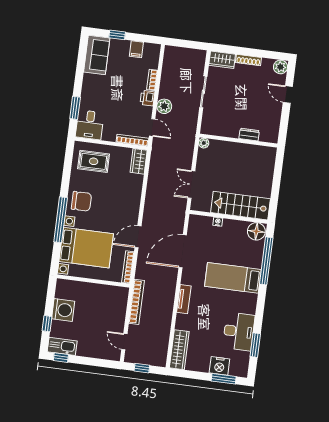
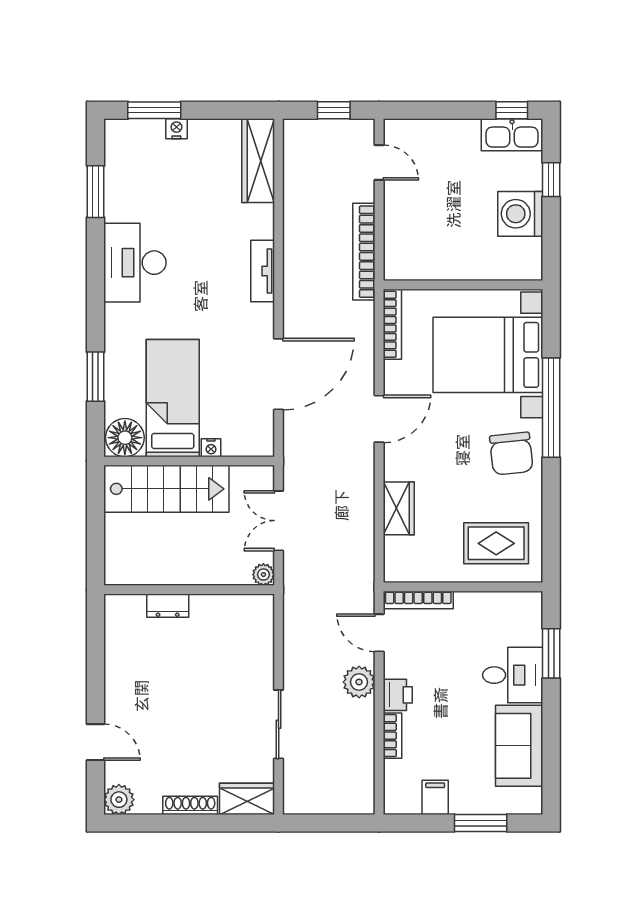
window: (117, 35) -> (481, 823), width x1.50
sofa: (97, 55) -> (519, 746), moved
desk: (90, 125) -> (513, 675), moved, turned 90
dresser: (249, 135) -> (168, 606), moved
wall: (238, 141) -> (189, 590), moved
plant: (204, 143) -> (263, 575), moved
wardrobe: (139, 161) -> (399, 508), moved
double door: (191, 184) -> (279, 521), swing flipped
chair: (81, 201) -> (511, 454), turned -96
door: (138, 237) -> (379, 419), moved
window: (266, 261) -> (95, 377), width x0.47
bed: (233, 278) -> (173, 398), moved, turned -90
desk: (239, 331) -> (135, 263), moved
nightstand: (219, 366) -> (176, 129), width x0.53, depth x0.56

